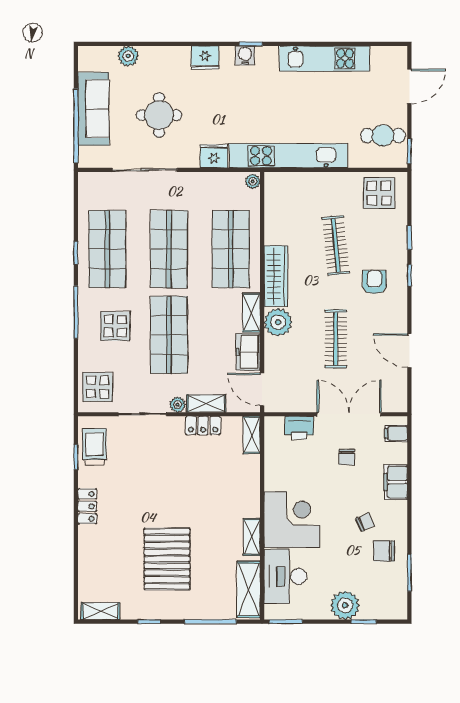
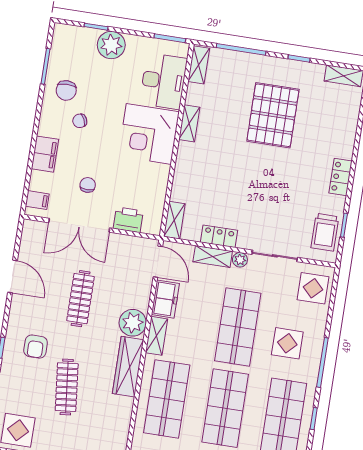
chair: (384, 551) -> (66, 90), turned 90
shelving: (249, 589) -> (199, 65), width x0.67, depth x0.75

